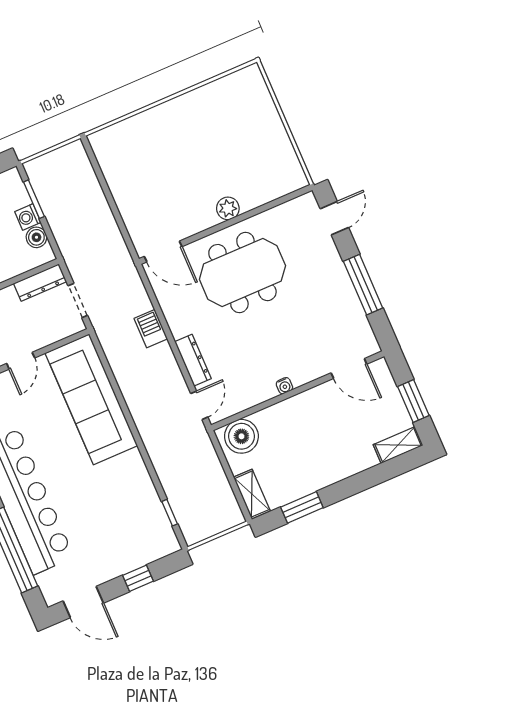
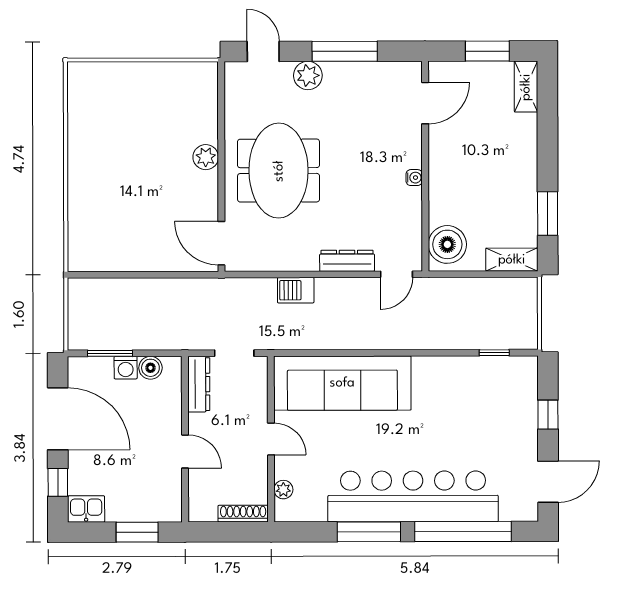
door: (163, 251) -> (221, 243), swing flipped
plant: (330, 263) -> (308, 76), added
door: (199, 405) -> (396, 274), swing flipped

